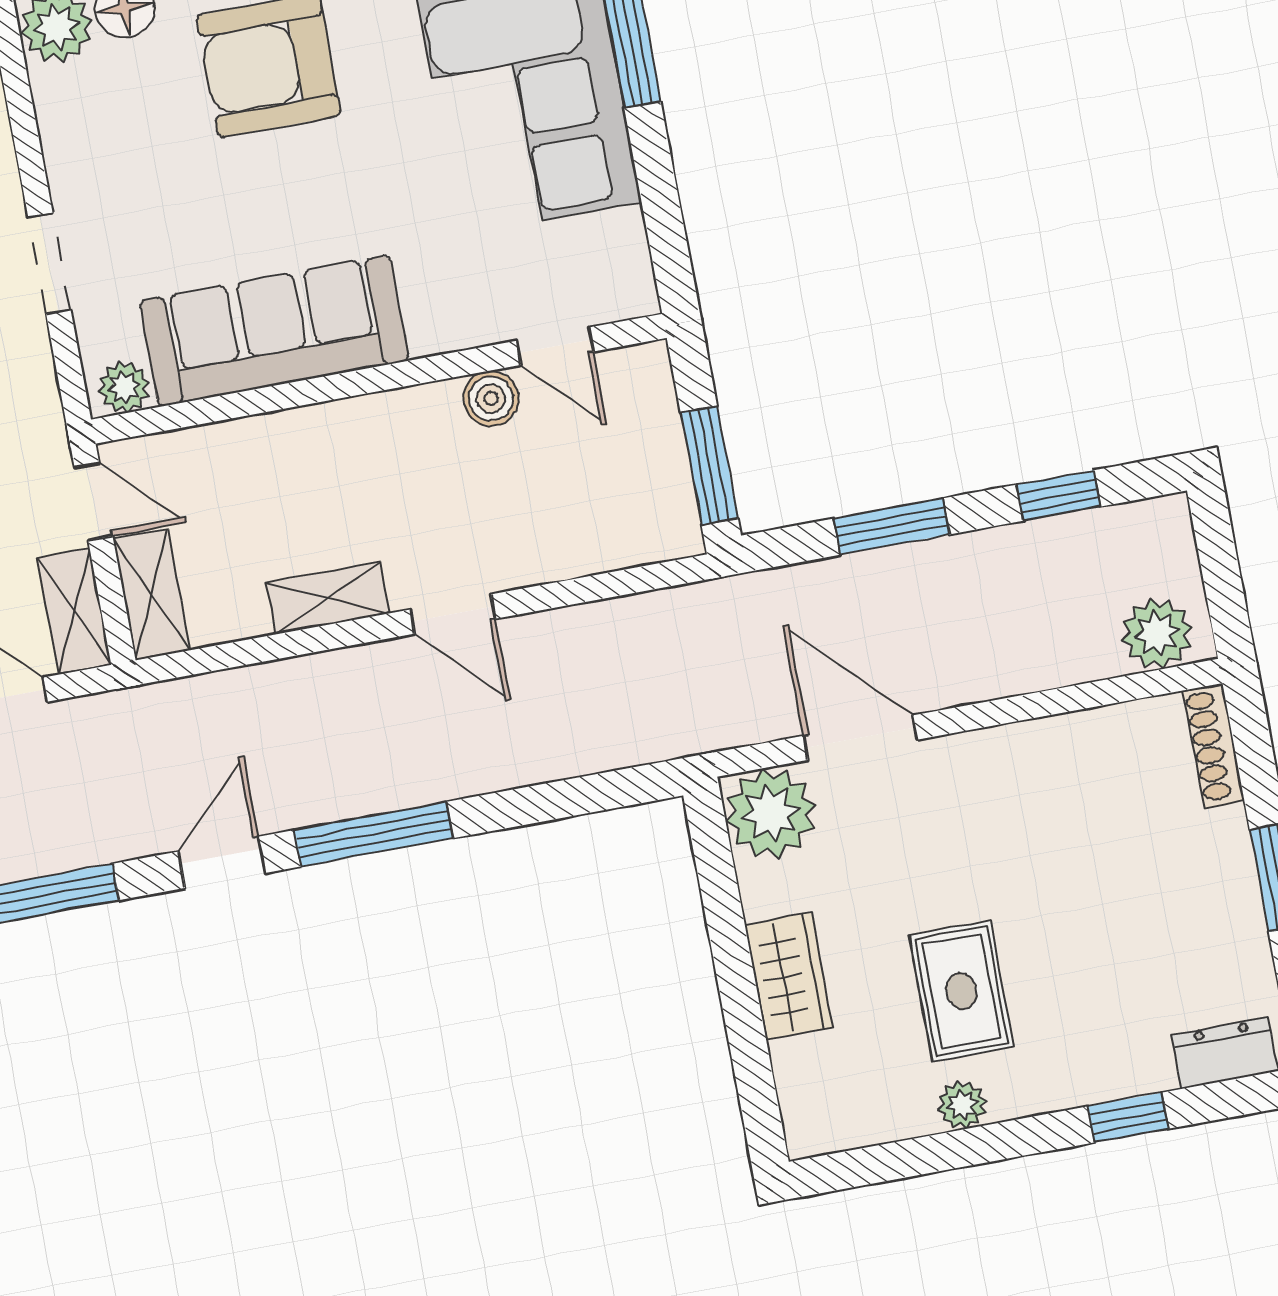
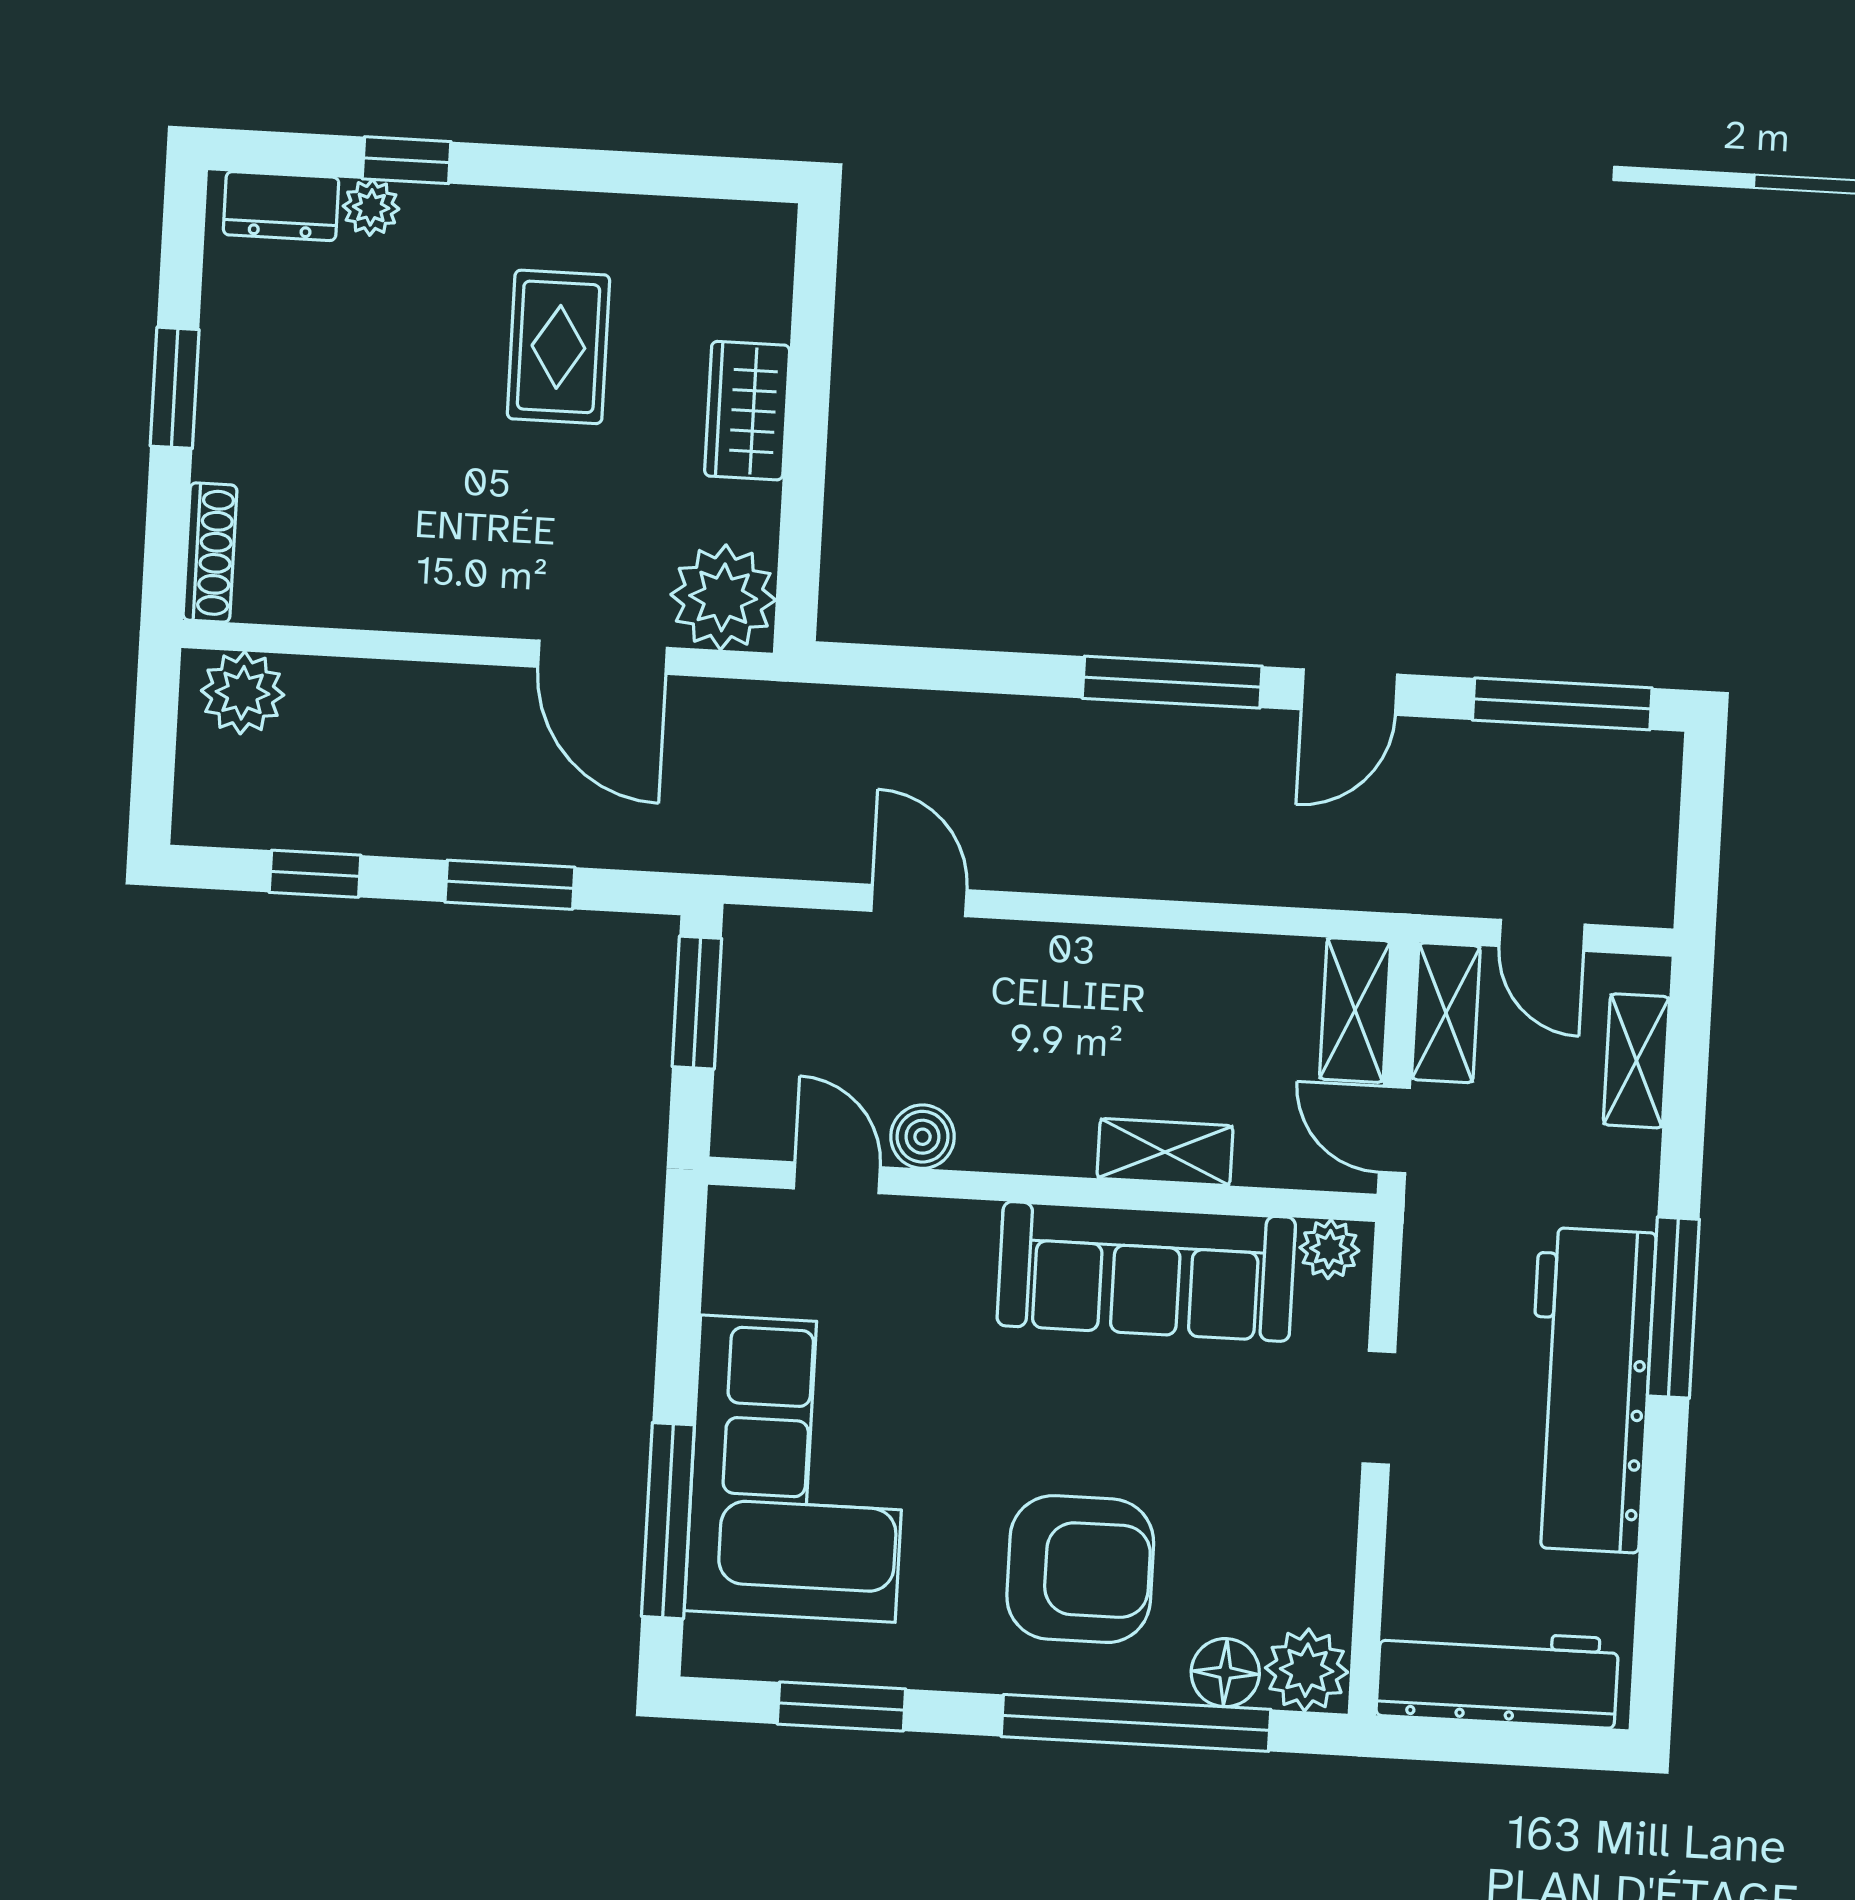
shelving: (328, 598) -> (1165, 1152), moved
door: (453, 614) -> (919, 901), moved
plant: (962, 1105) -> (371, 207), moved

